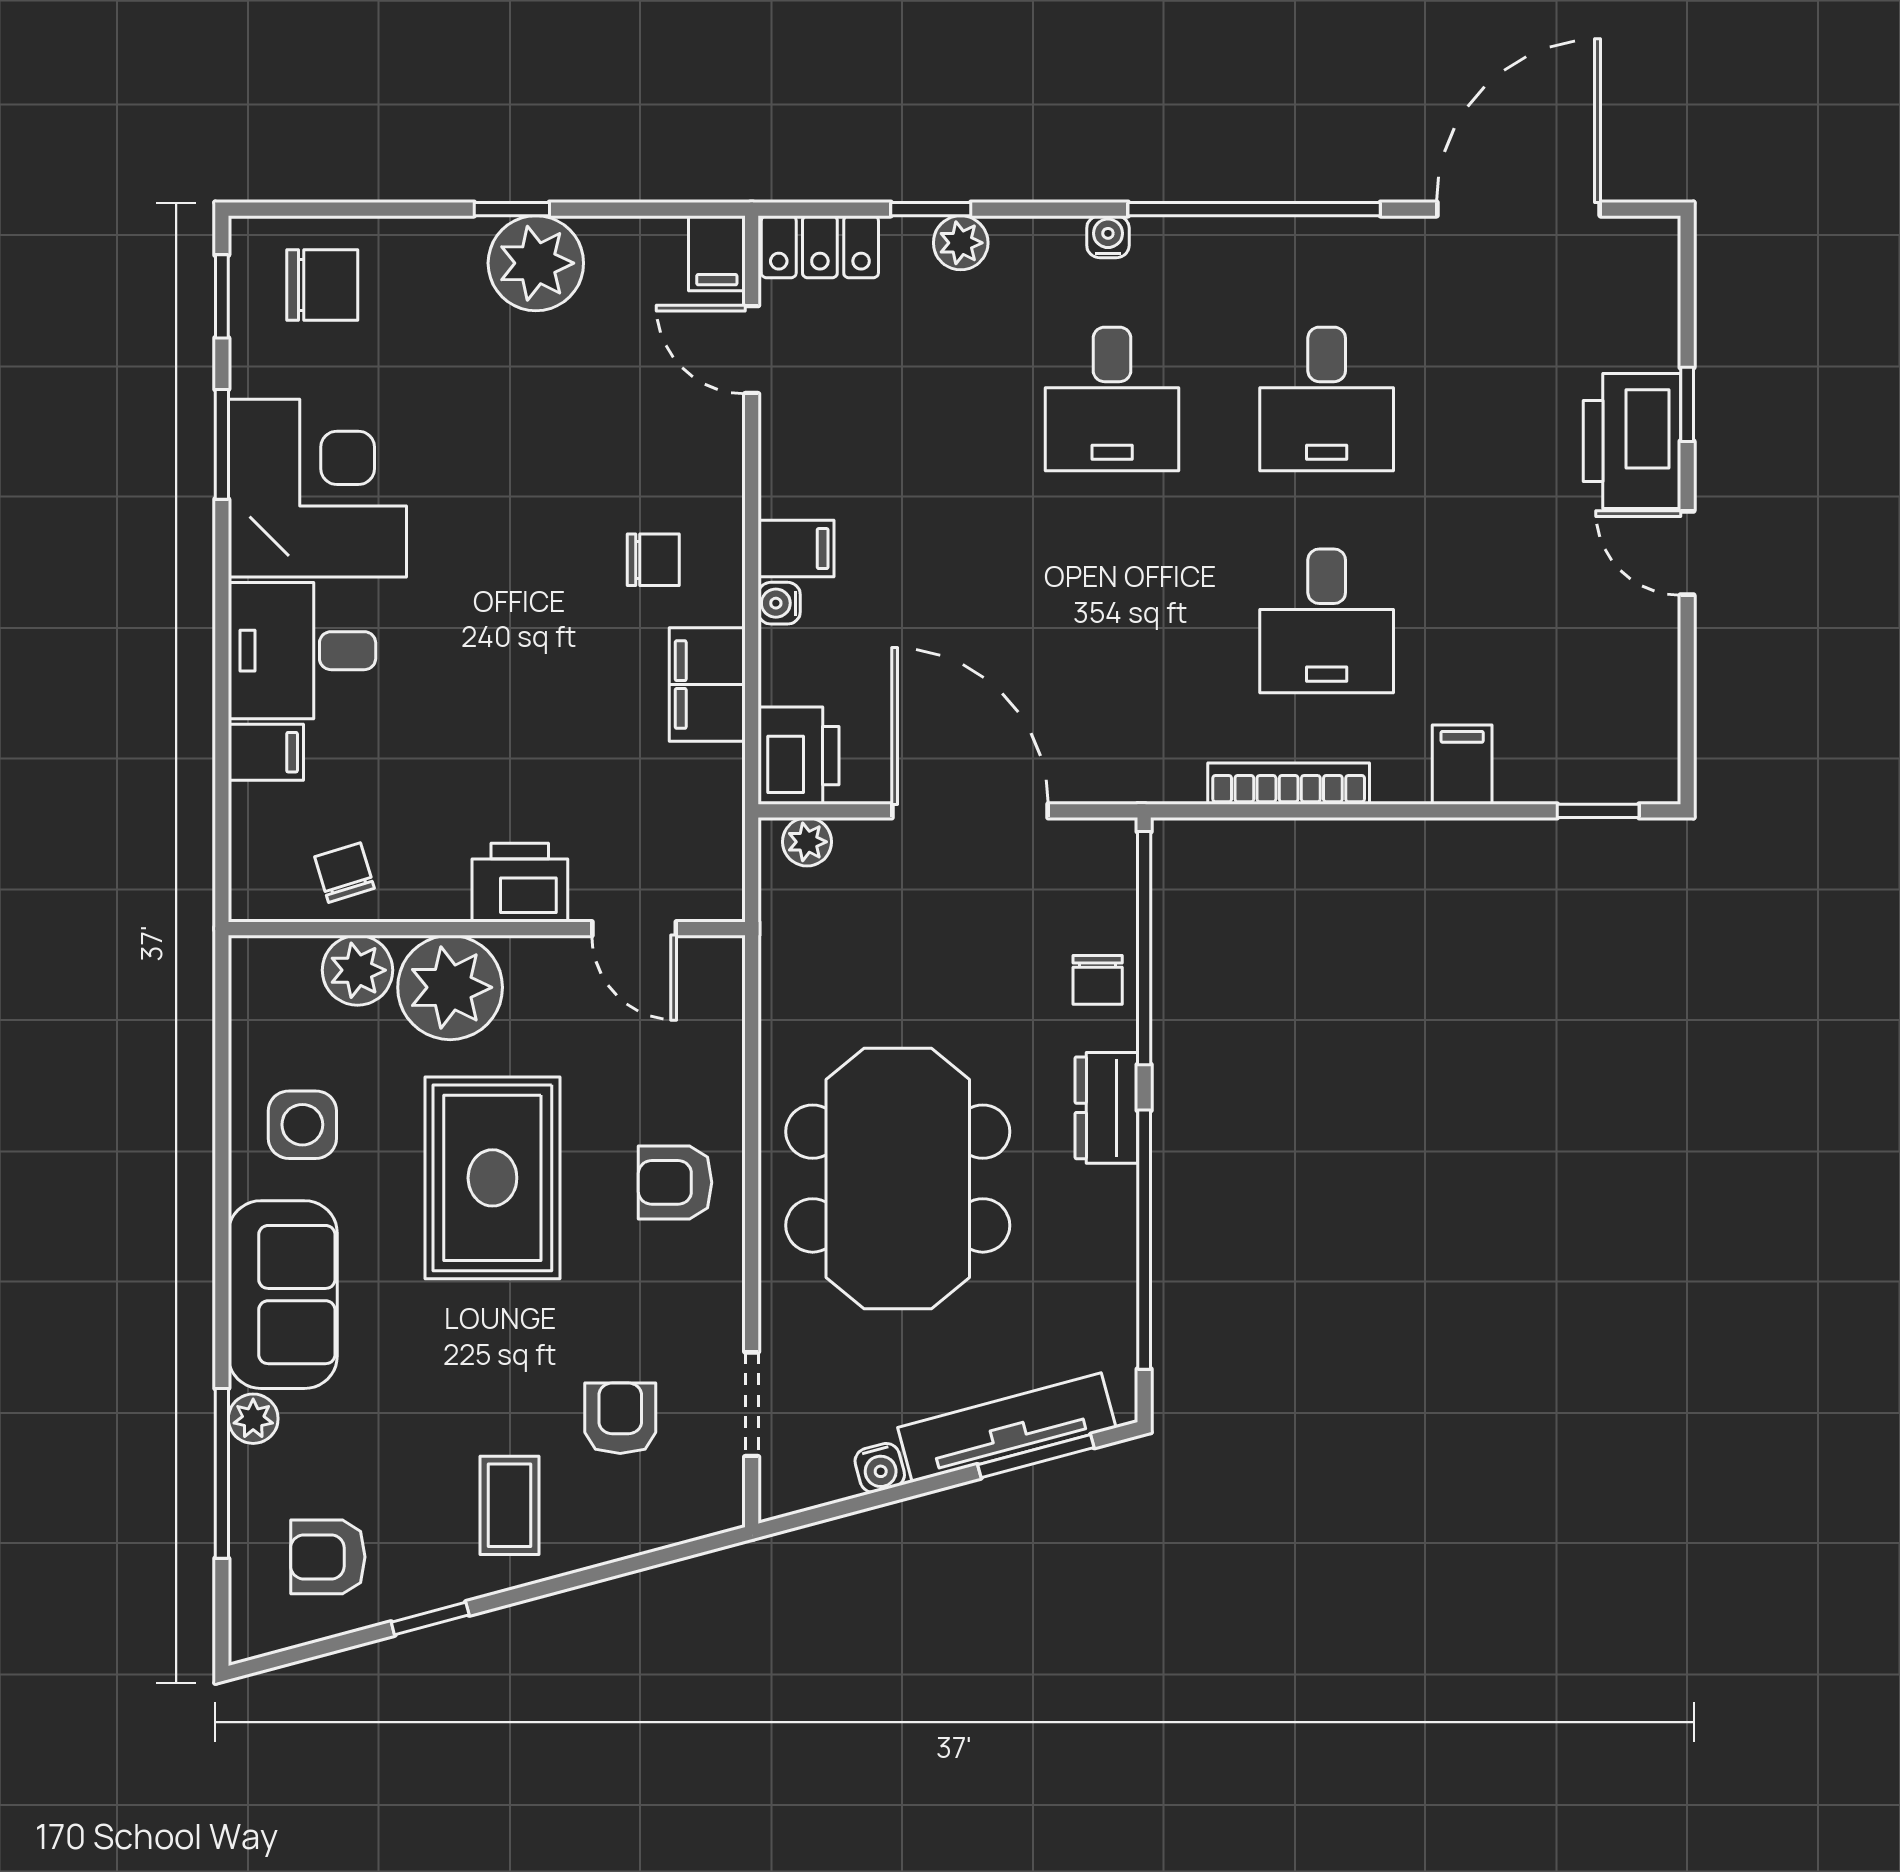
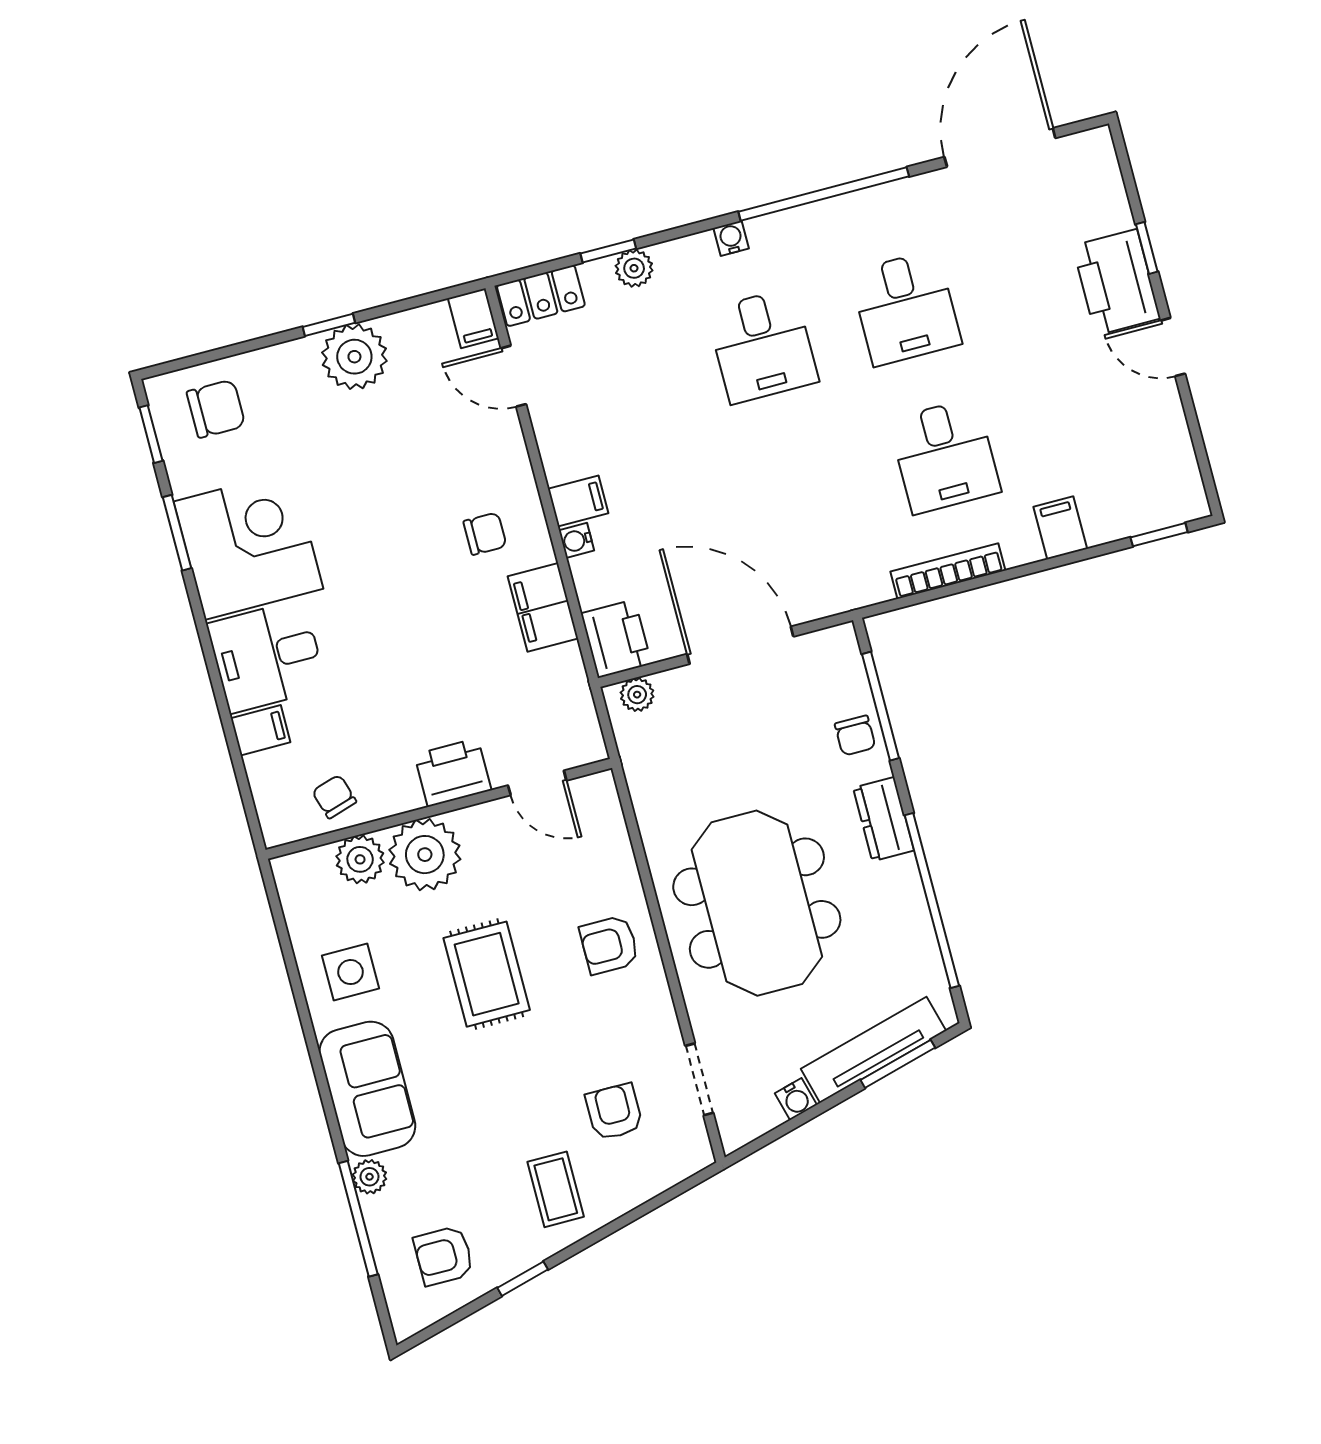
window: (1144, 948) -> (881, 706), width x0.68
rug: (492, 1178) -> (487, 974), width x0.73, depth x0.70

